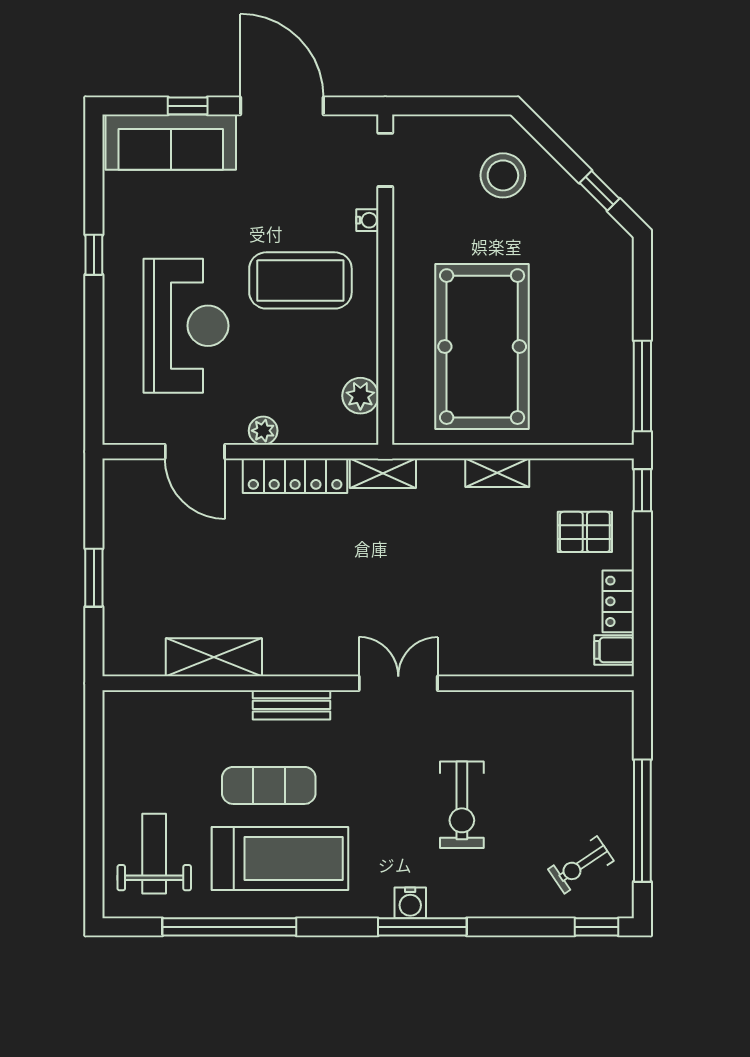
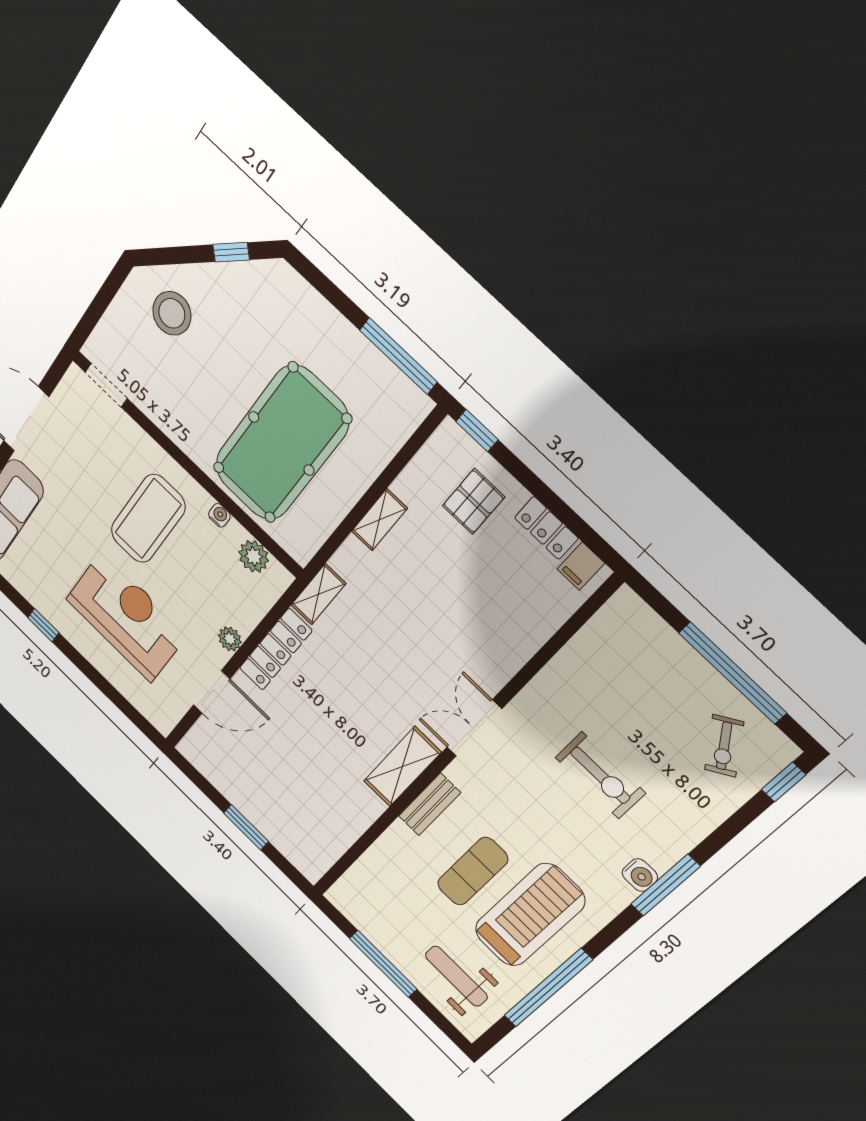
water cooler: (367, 220) -> (219, 515), moved
pool table: (482, 347) -> (281, 443), turned 90
shelving: (214, 657) -> (402, 767), moved
window: (94, 790) -> (383, 964), added

